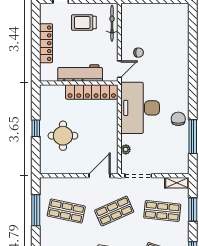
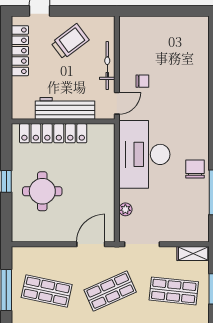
trolley: (84, 23) -> (70, 41), turned 143
bicycle: (112, 23) -> (107, 66), moved
locker: (46, 43) -> (20, 51), moved
locker: (92, 92) -> (53, 133), moved

